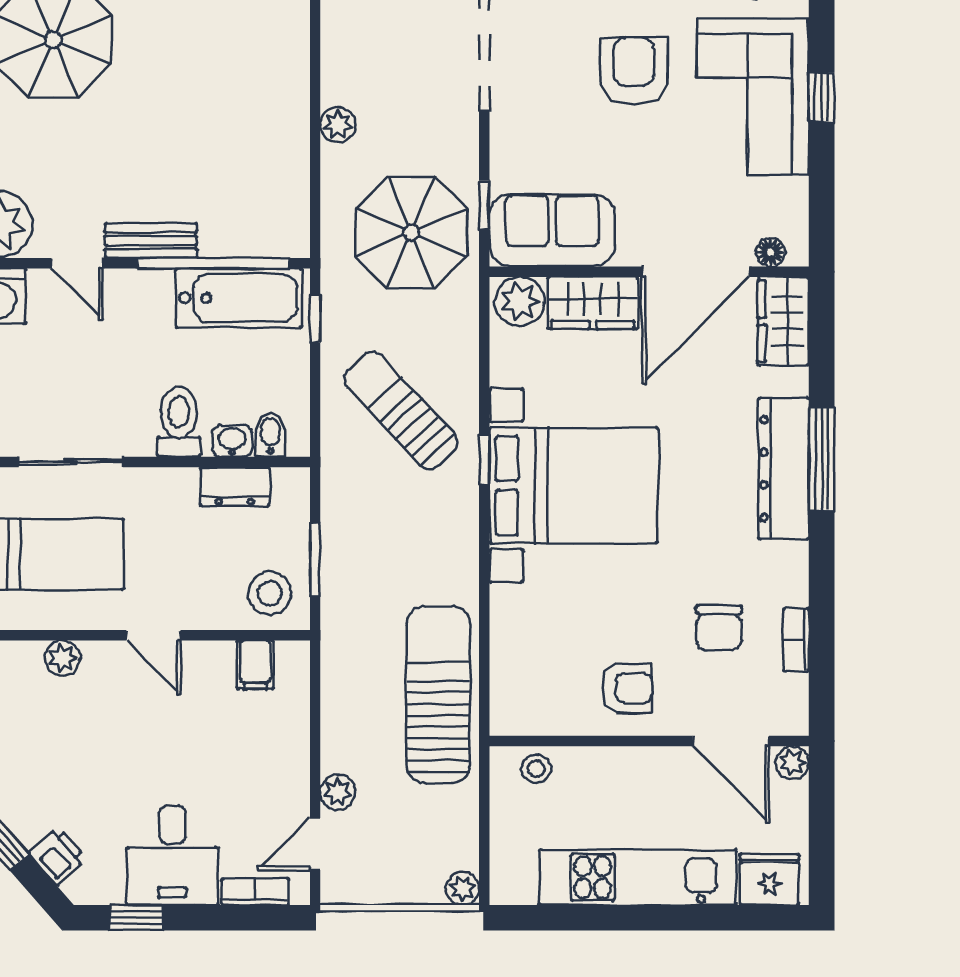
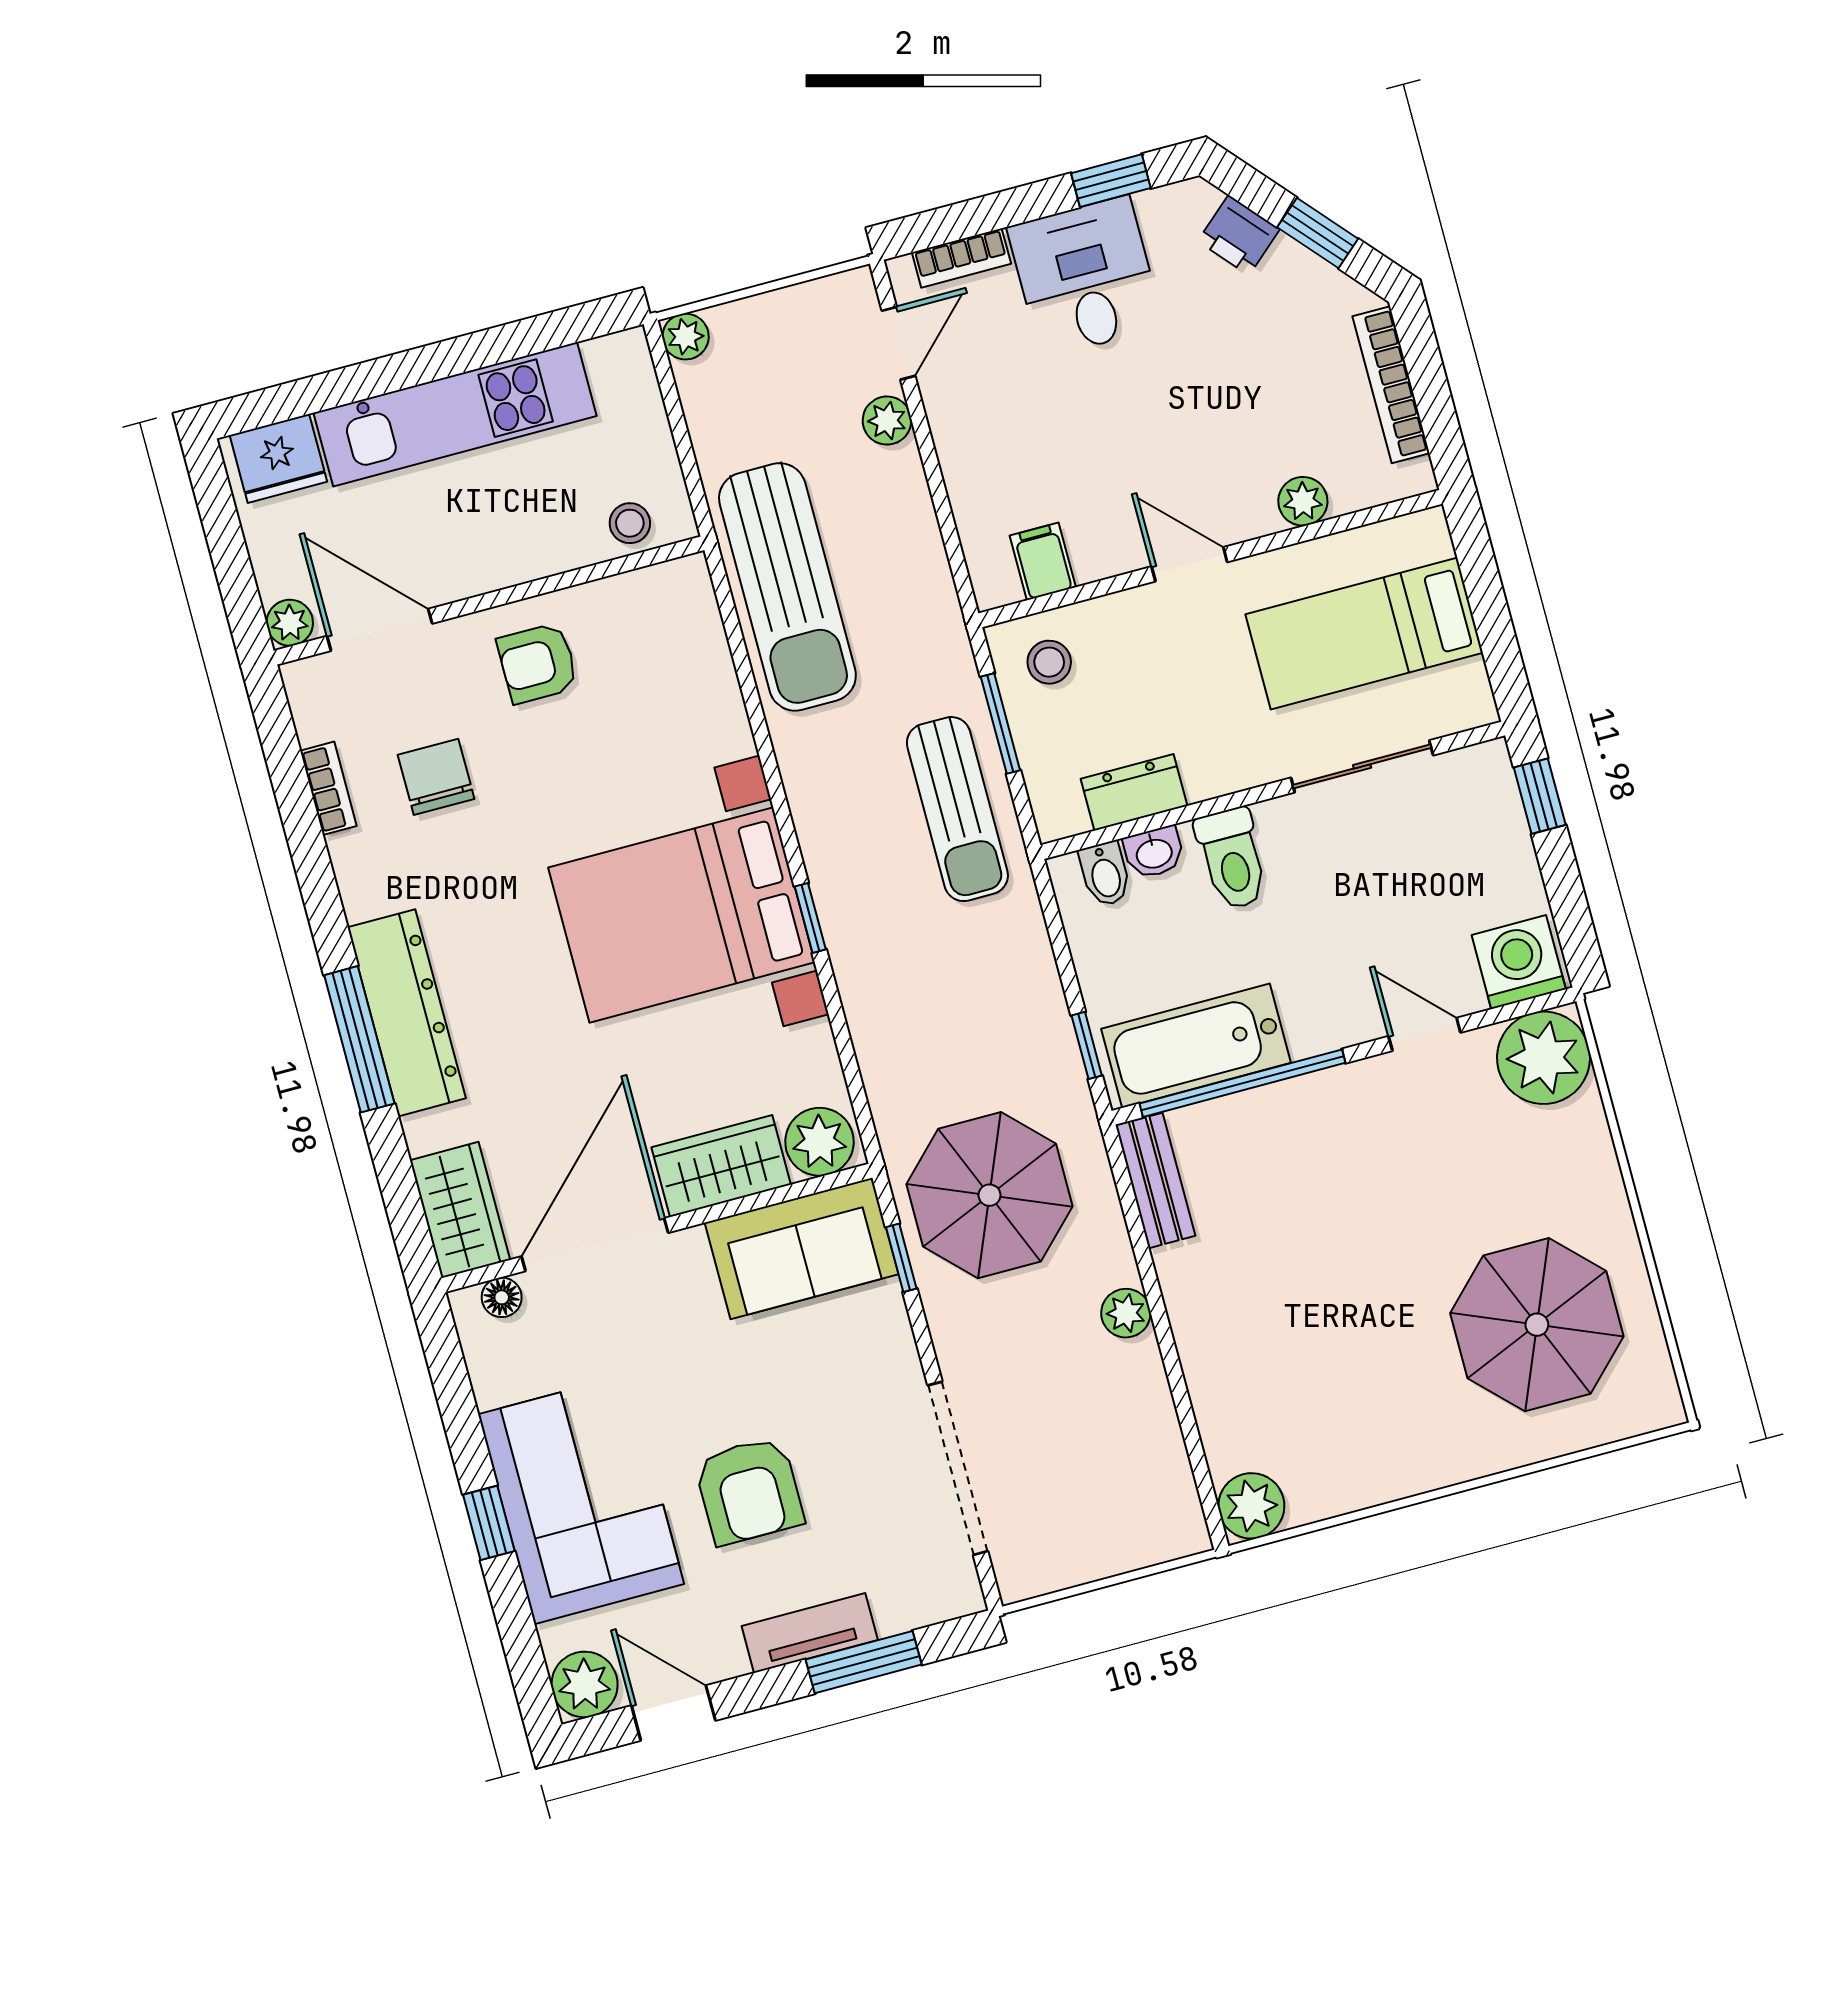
bench: (151, 241) -> (1155, 1181), moved, turned 90
sun lounger: (401, 411) -> (957, 809), moved, turned 43
stool: (270, 593) -> (1049, 662), width x0.73, depth x0.73

